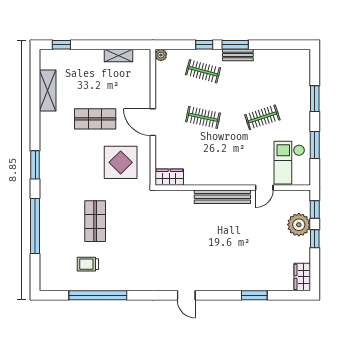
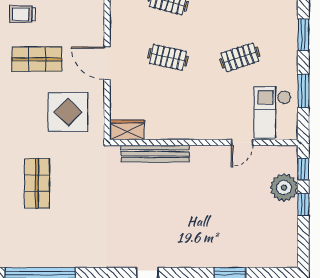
bench: (222, 197) -> (155, 154), moved
trolley: (88, 264) -> (22, 14), moved
wardrobe: (302, 277) -> (288, 251), removed

